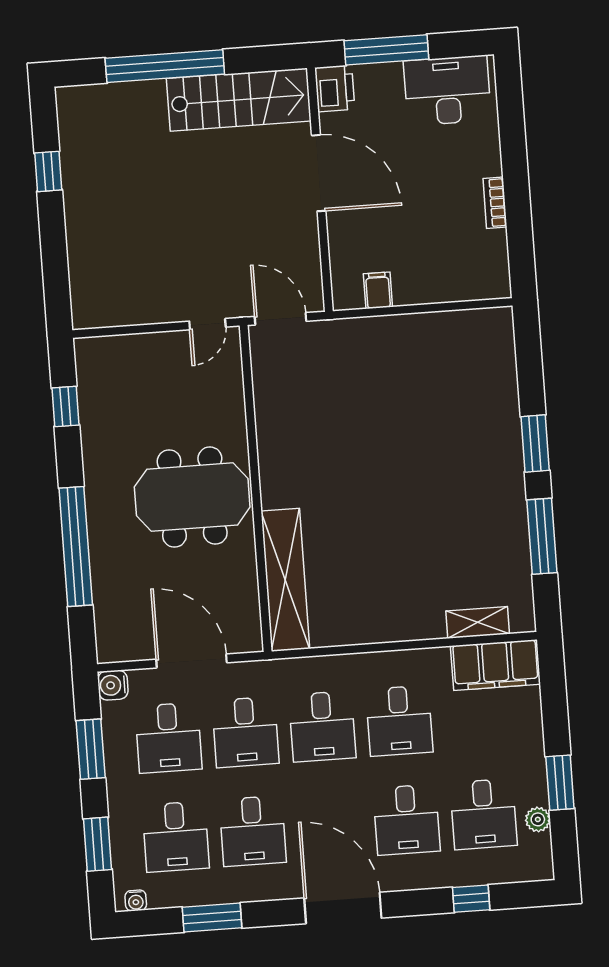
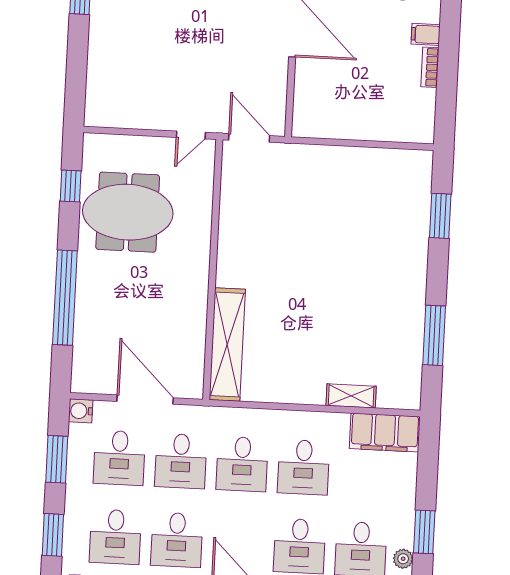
filing cabinet: (378, 290) -> (426, 34), moved, turned -90
window: (535, 443) -> (440, 216), moved
meeting table: (192, 497) -> (128, 212), moved
shelving: (478, 622) -> (351, 396), moved

